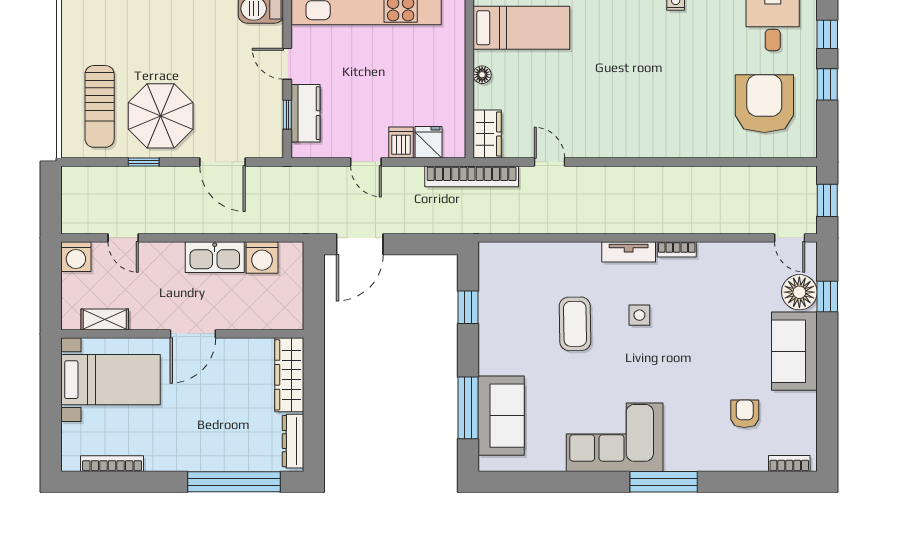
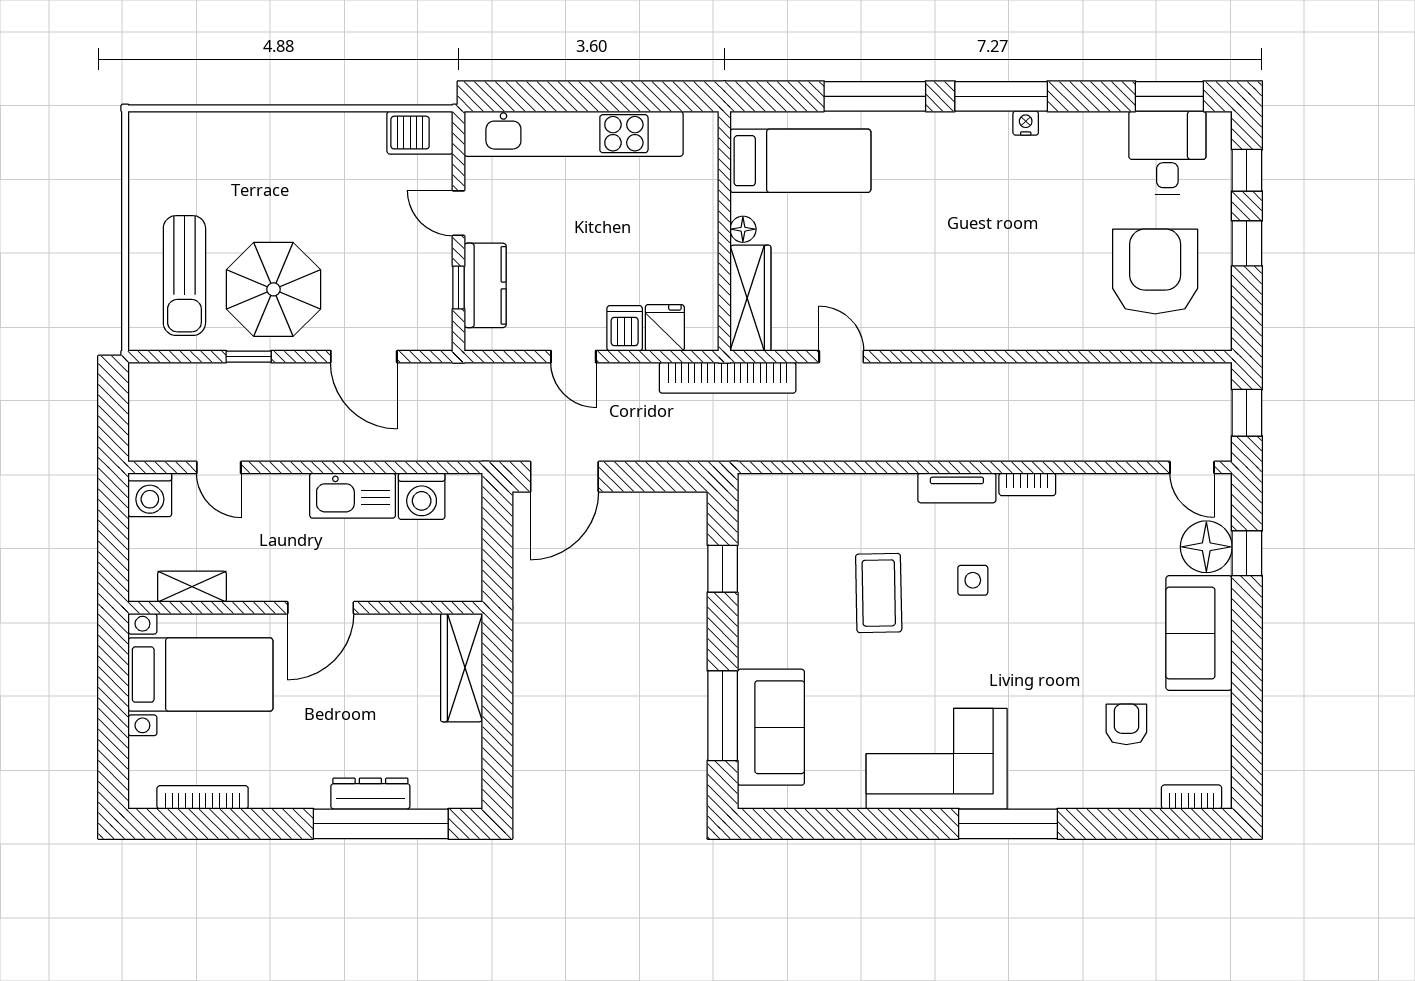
wardrobe: (487, 134) -> (750, 298), width x1.50
dresser: (293, 441) -> (370, 794), moved, turned 90

